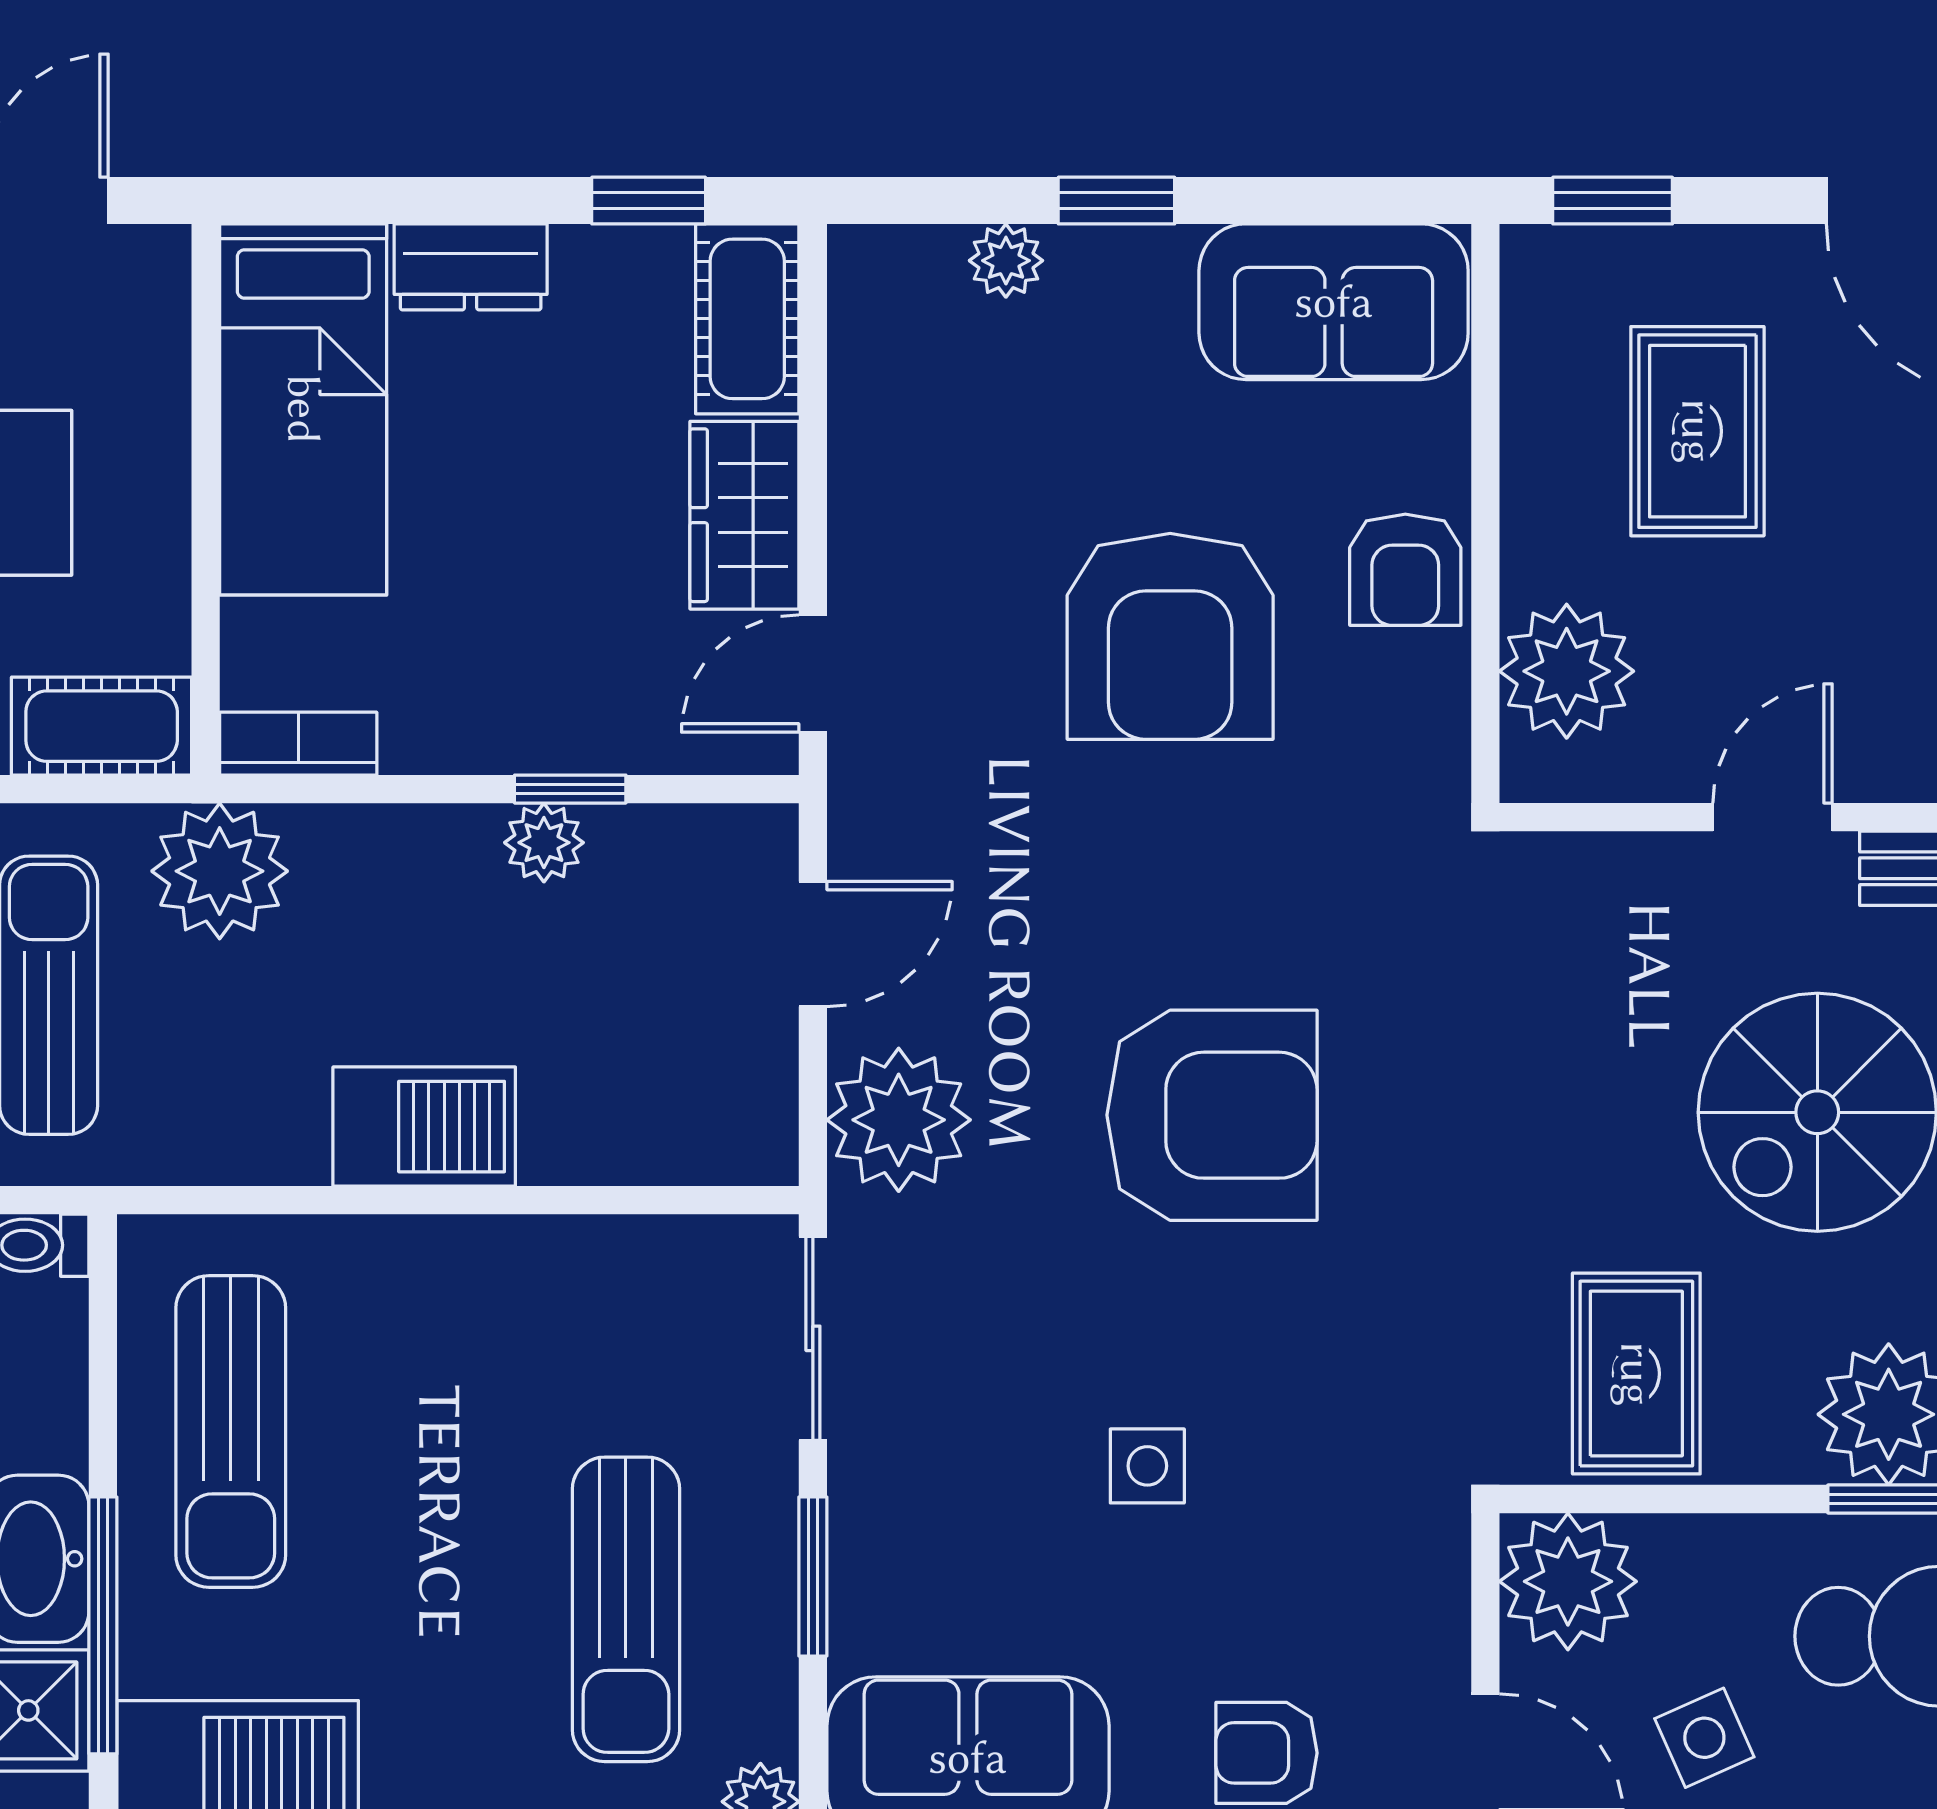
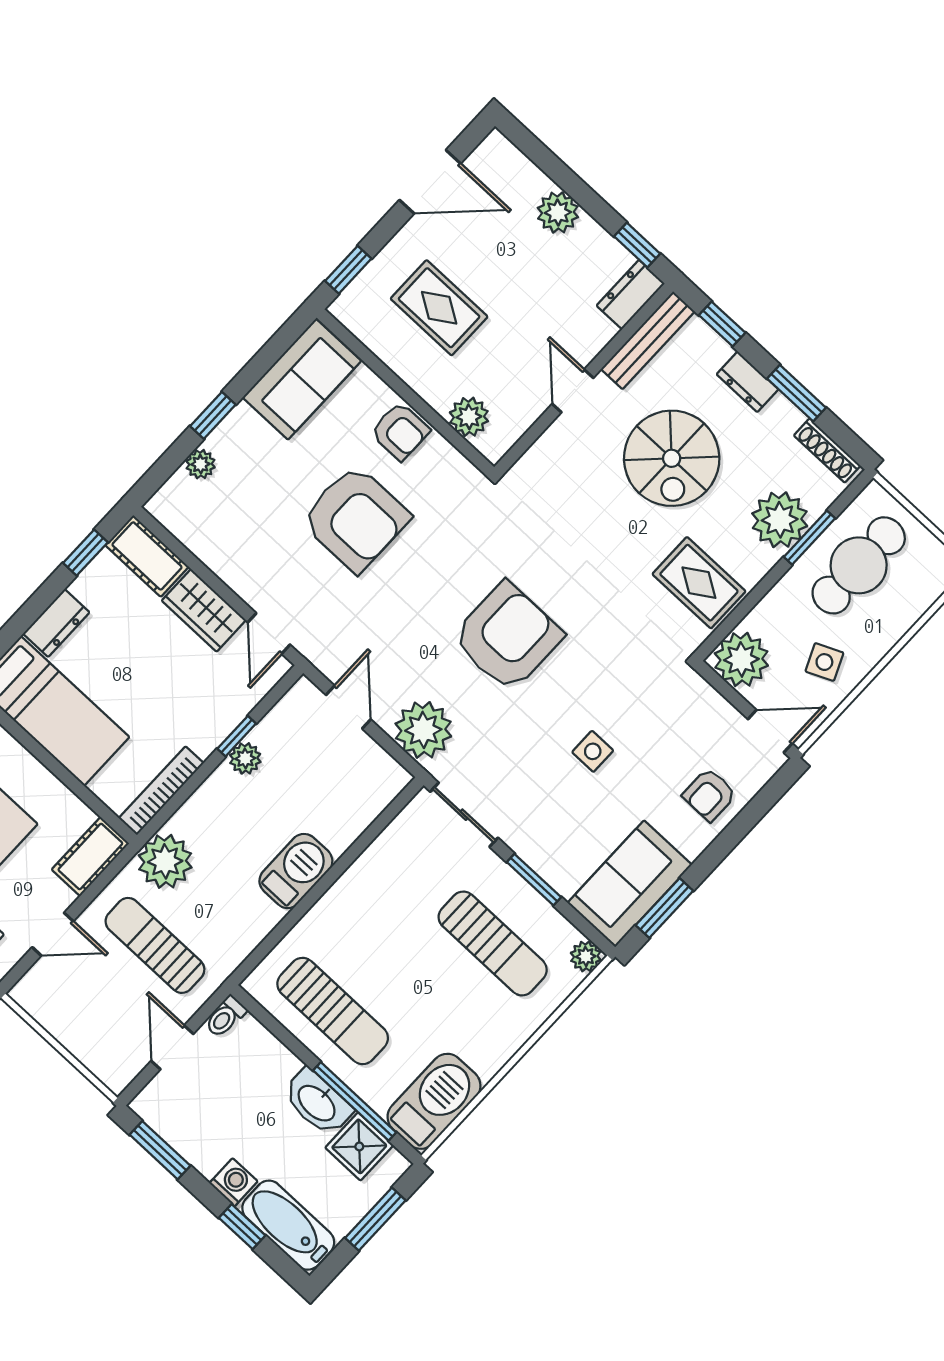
plant: (1567, 671) -> (469, 417), width x0.73, depth x0.73
bookcase: (298, 744) -> (161, 791), width x1.56

